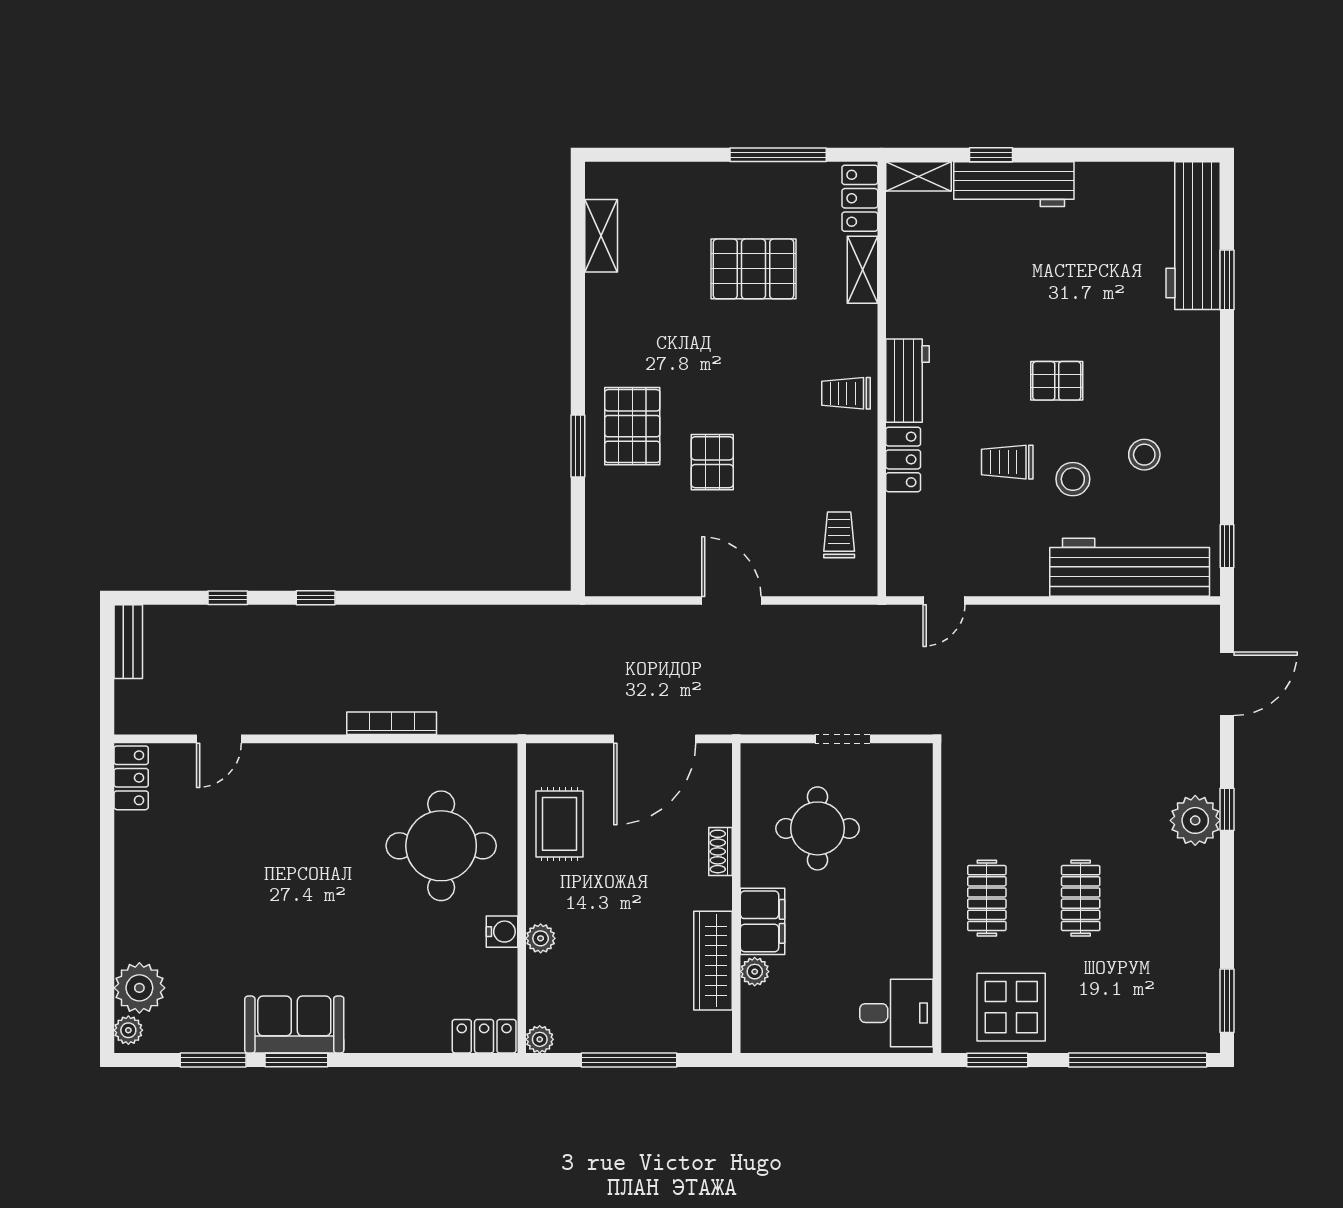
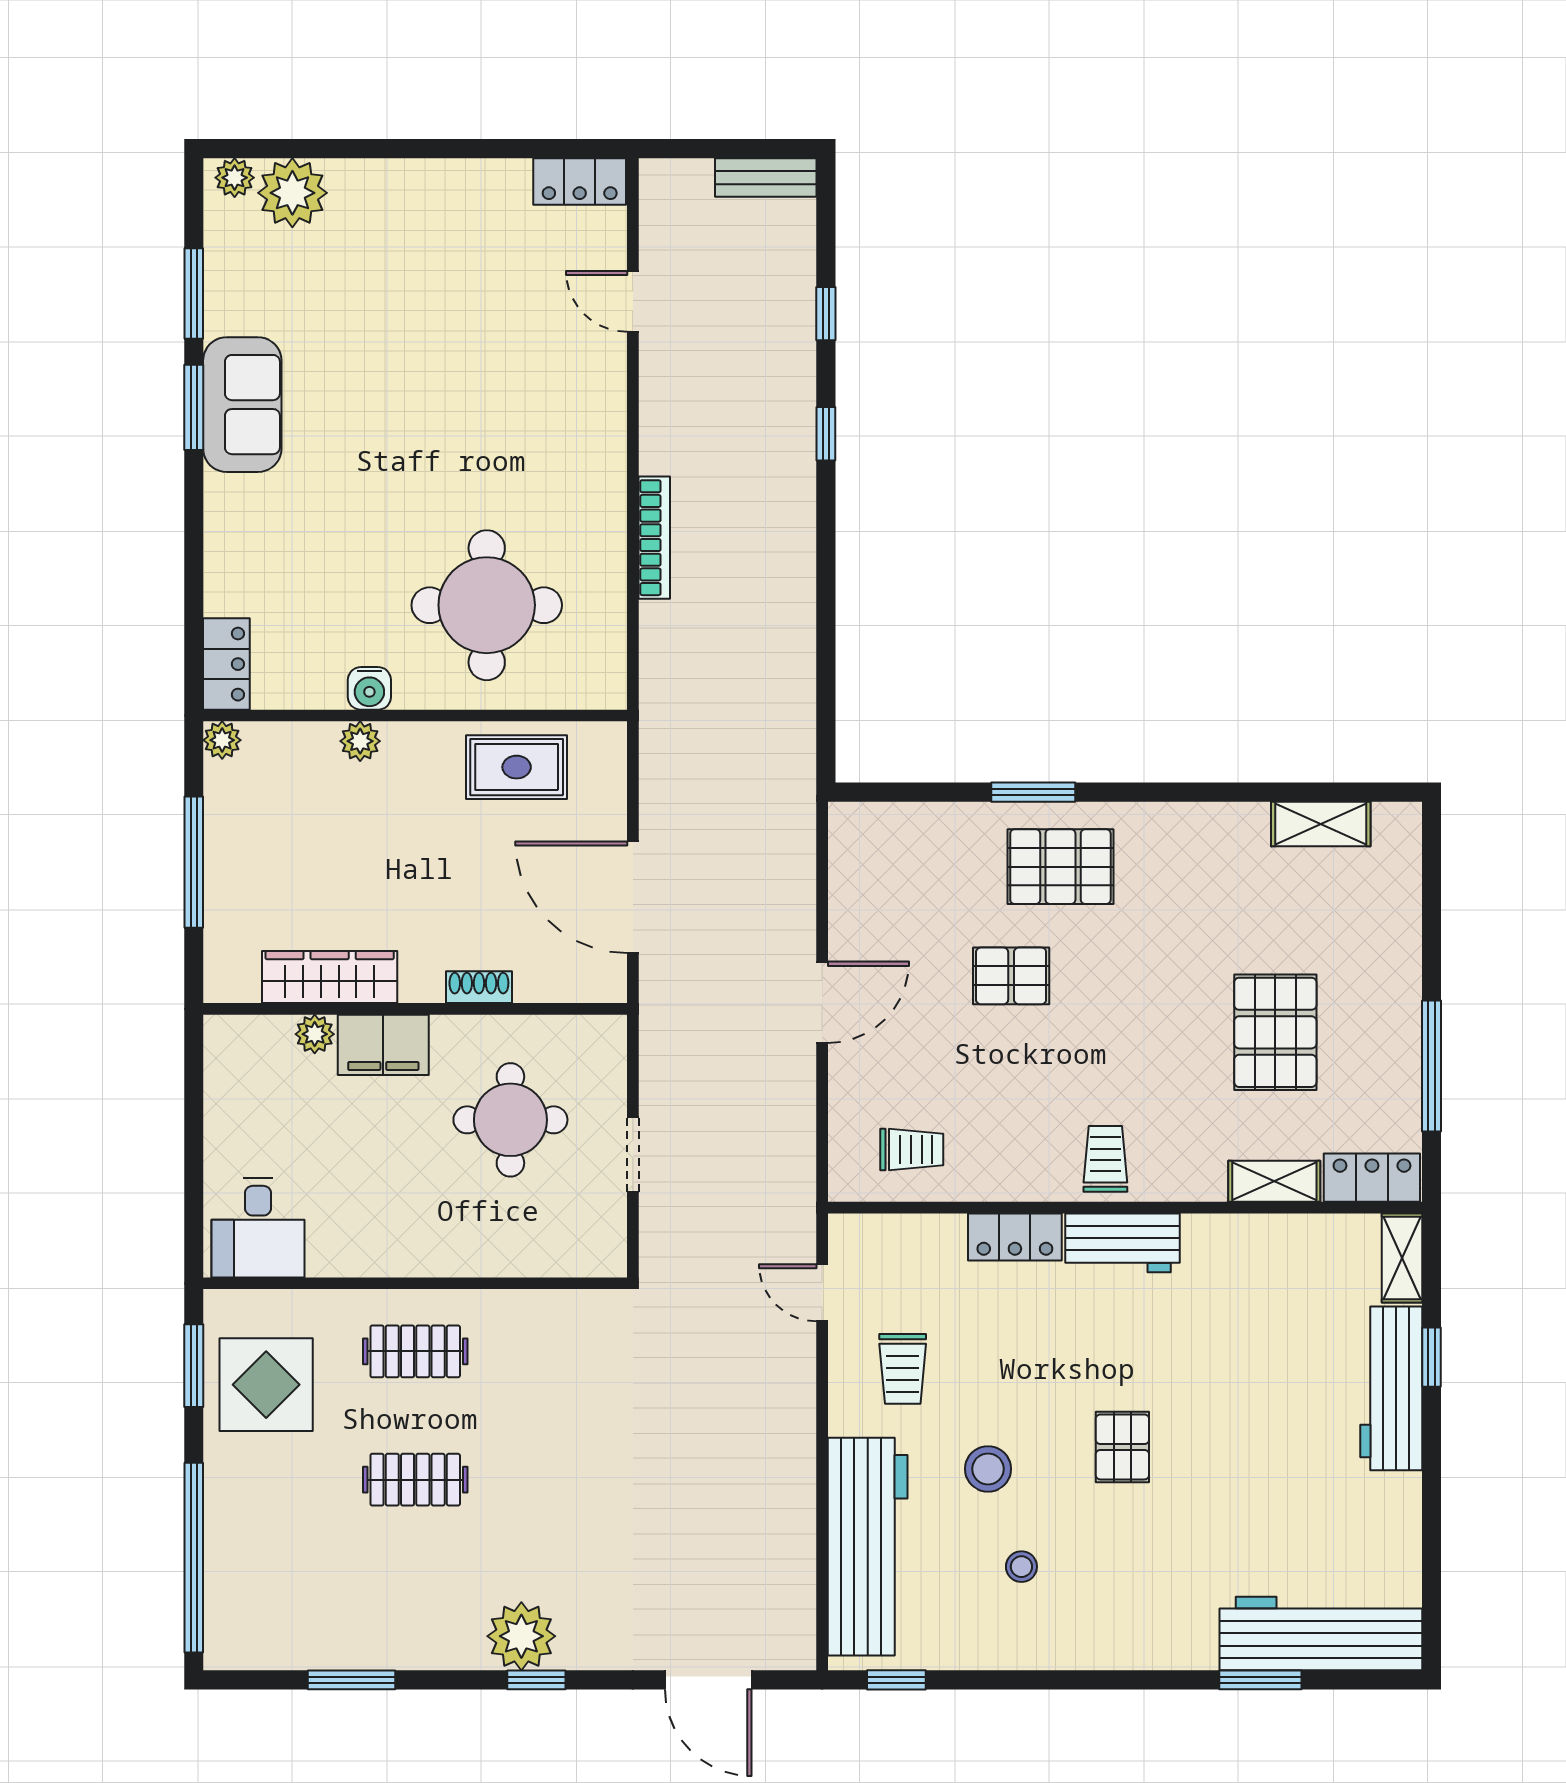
stool: (1144, 455) -> (1021, 1567), width x0.73, depth x0.73
trolley: (1007, 462) -> (903, 1369), moved, turned 180
window: (1227, 1001) -> (352, 1680), moved

